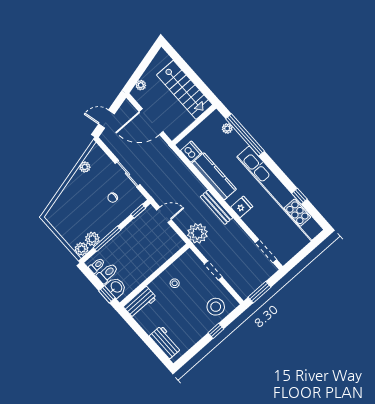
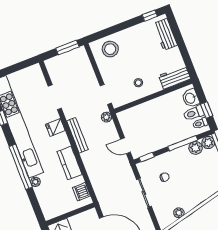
plant: (227, 129) -> (35, 182), moved
window: (245, 135) -> (21, 167), moved
kitchen counter: (214, 176) -> (69, 163), width x0.67
plant: (197, 233) -> (106, 117), width x0.53, depth x0.53
doorway: (266, 251) -> (55, 97), moved
doorway: (213, 270) -> (106, 94), moved
window: (107, 294) -> (207, 110), moved
window: (216, 331) -> (150, 16), moved

